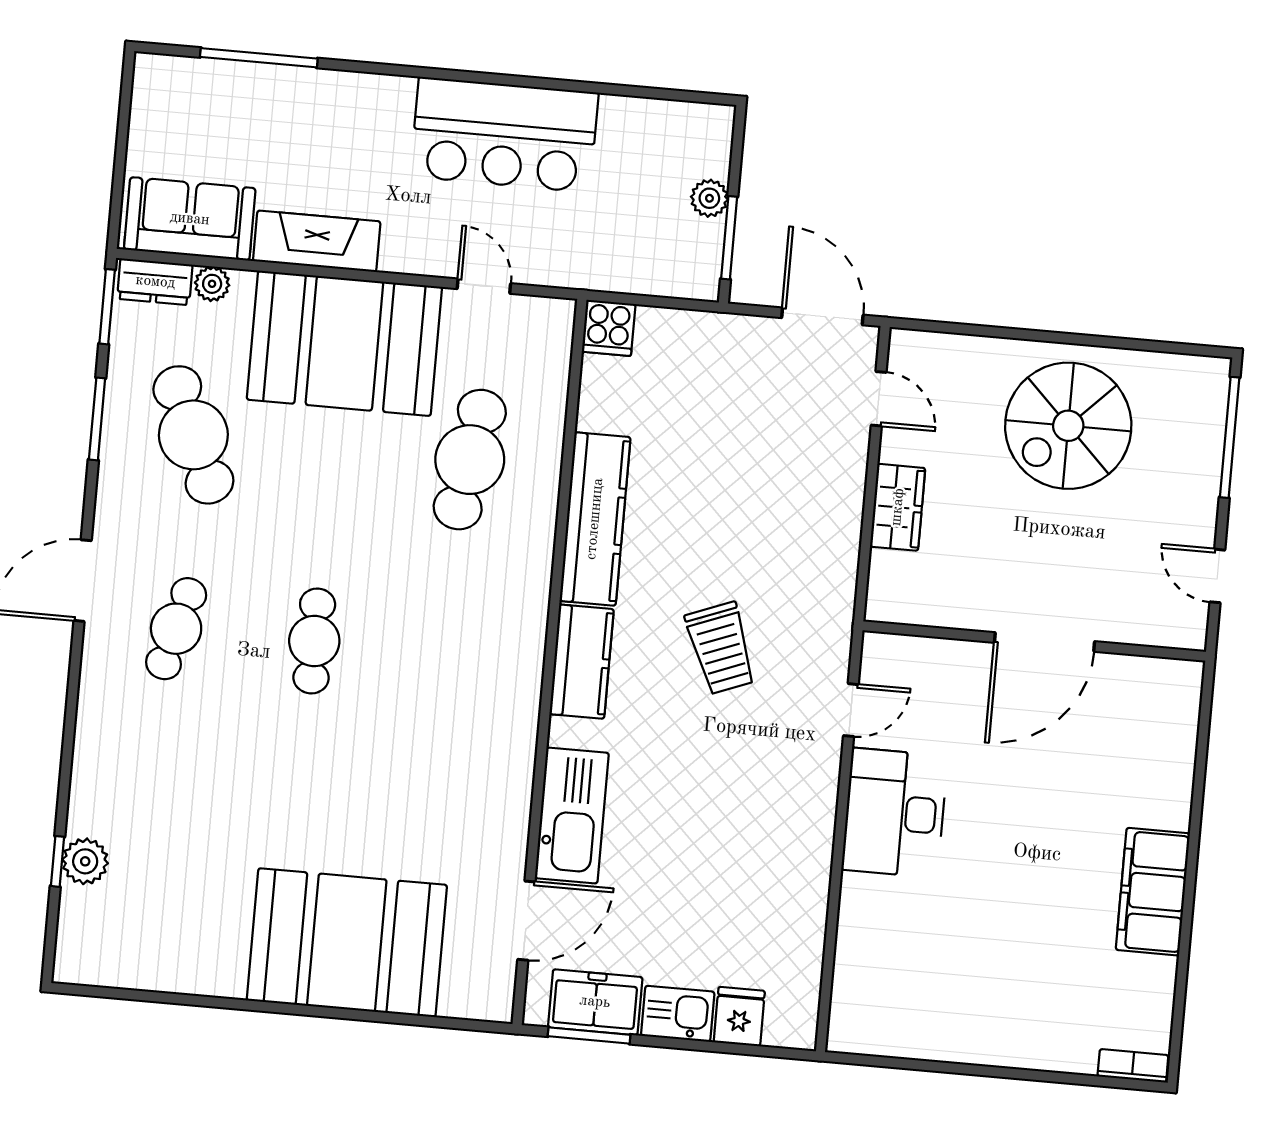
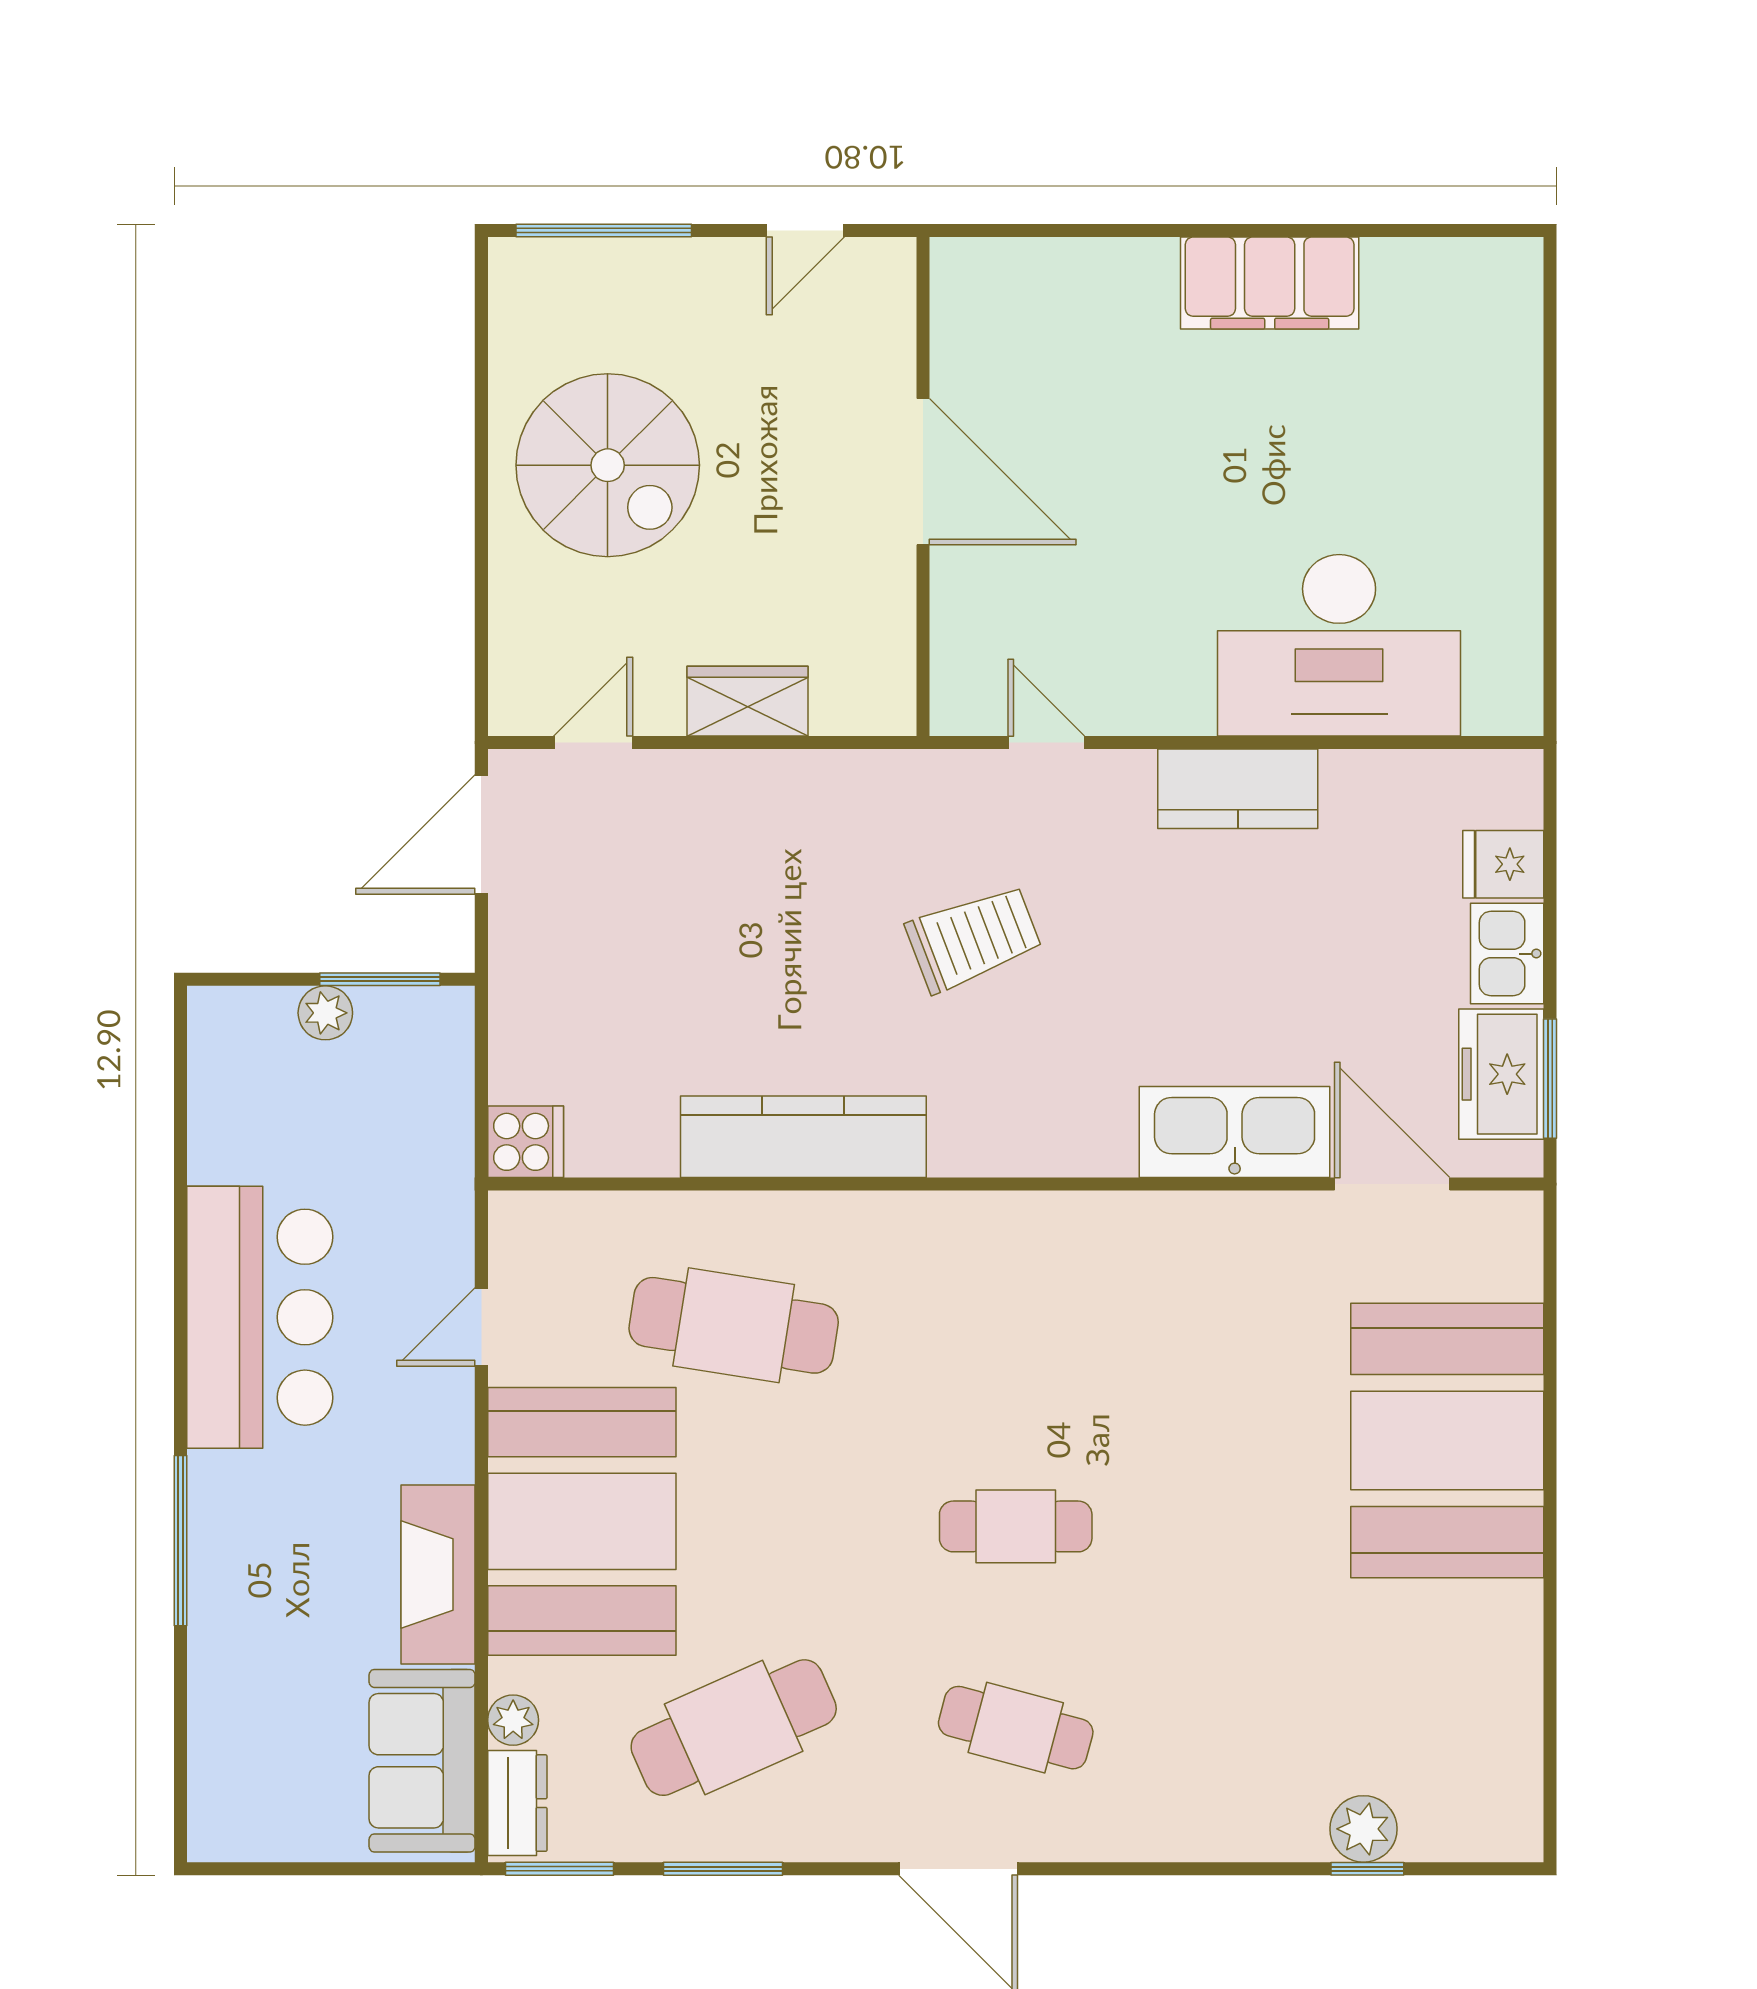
window: (259, 58) -> (181, 1541), moved
kitchen counter: (582, 662) -> (1238, 789), moved, turned 180
desk: (895, 813) -> (1339, 645), moved, width x1.36, depth x1.30
bookcase: (1133, 1066) -> (1524, 289), removed

